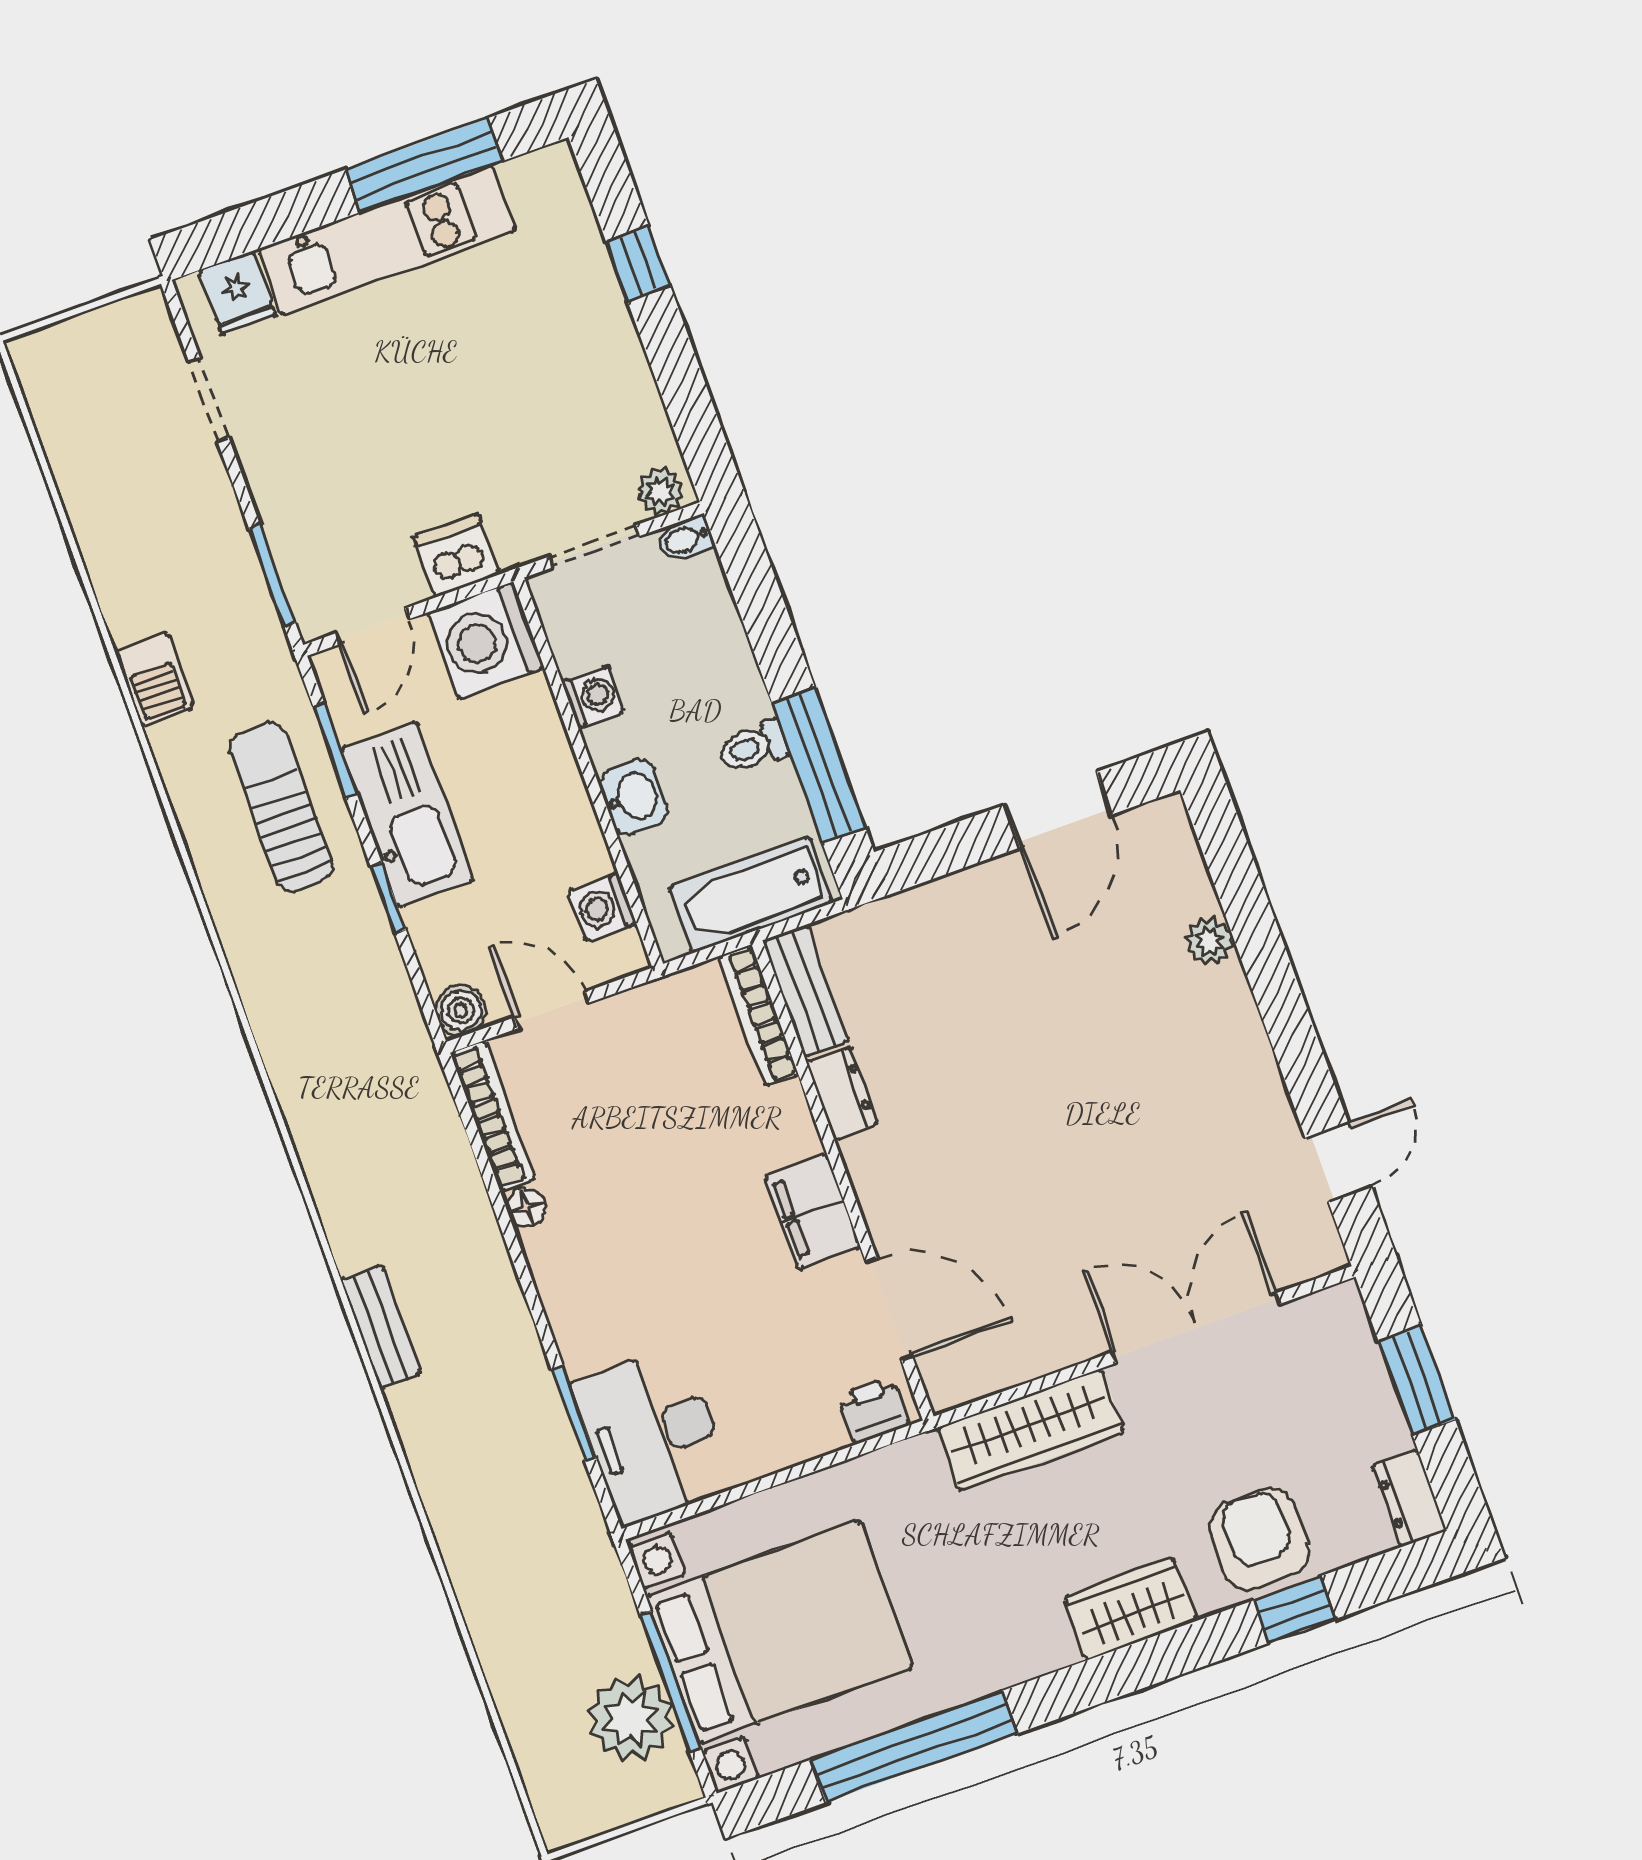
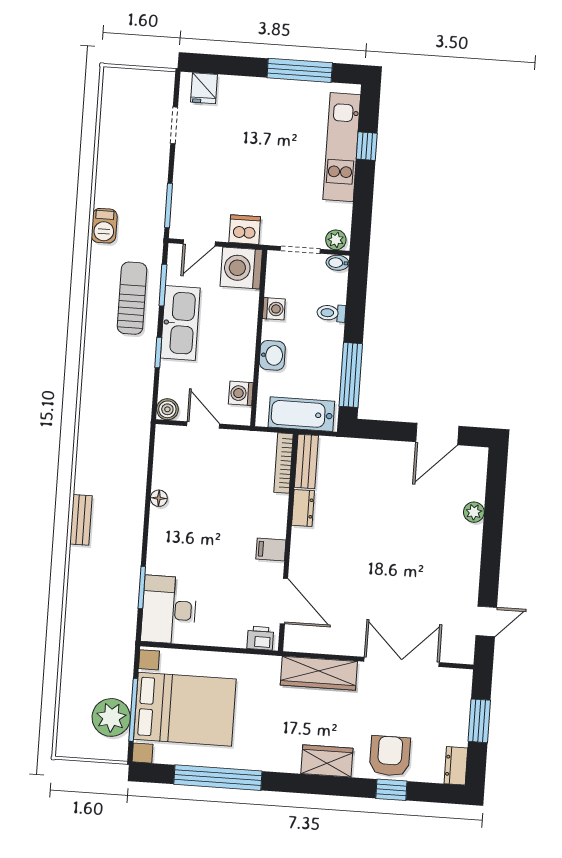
kitchen unit: (387, 240) -> (342, 147), moved, turned 90
toilet: (753, 747) -> (331, 313), moved
bookcase: (493, 1116) -> (162, 456), removed
filing cabinet: (813, 1211) -> (271, 549), width x0.50

